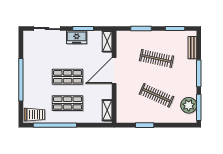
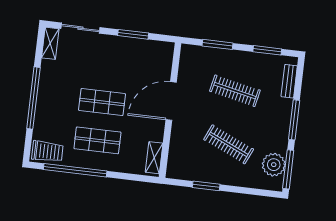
freezer: (77, 37) -> (122, 46), removed
shelving: (107, 41) -> (50, 43), moved

